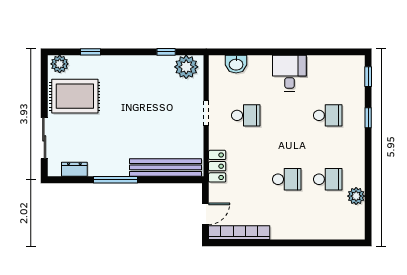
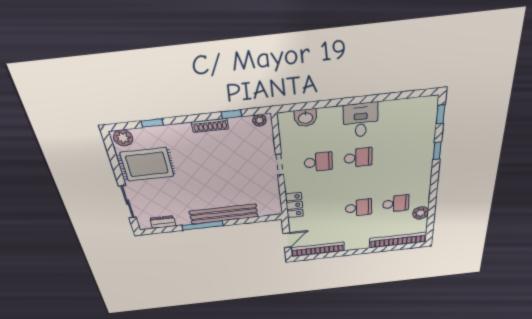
shoe rack: (144, 61) -> (210, 125), added
plant: (186, 67) -> (259, 120), width x0.53, depth x0.53
school desk: (328, 115) -> (358, 158), moved
bench: (165, 167) -> (224, 214), moved
bookcase: (332, 232) -> (398, 240), added

